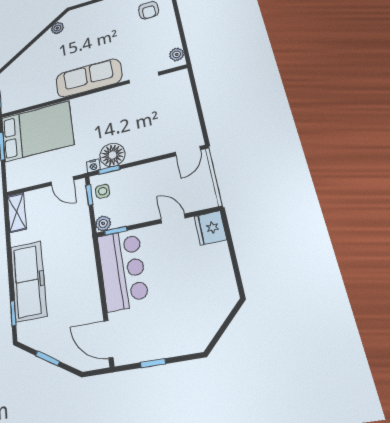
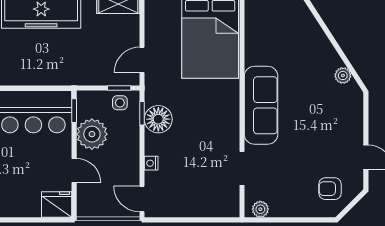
nightstand: (93, 166) -> (151, 163), moved
door: (173, 219) -> (74, 170), hinge flipped
plant: (103, 223) -> (92, 134), moved, width x1.88, depth x1.88

